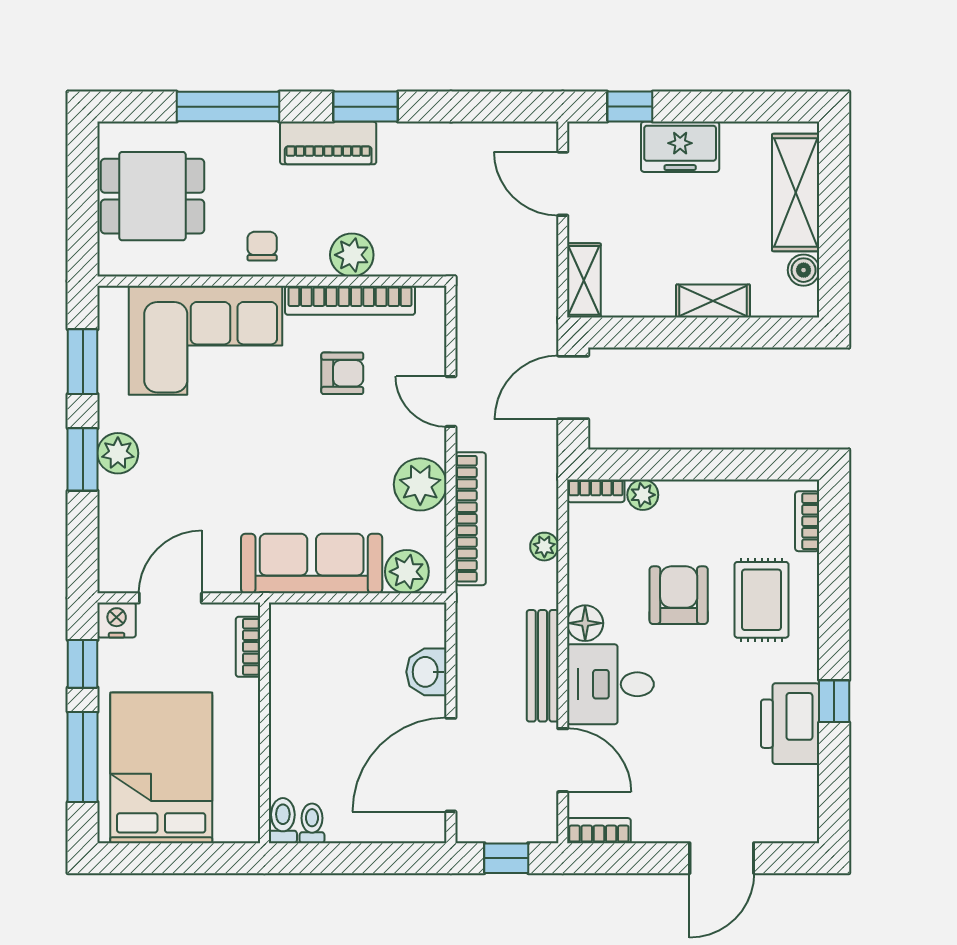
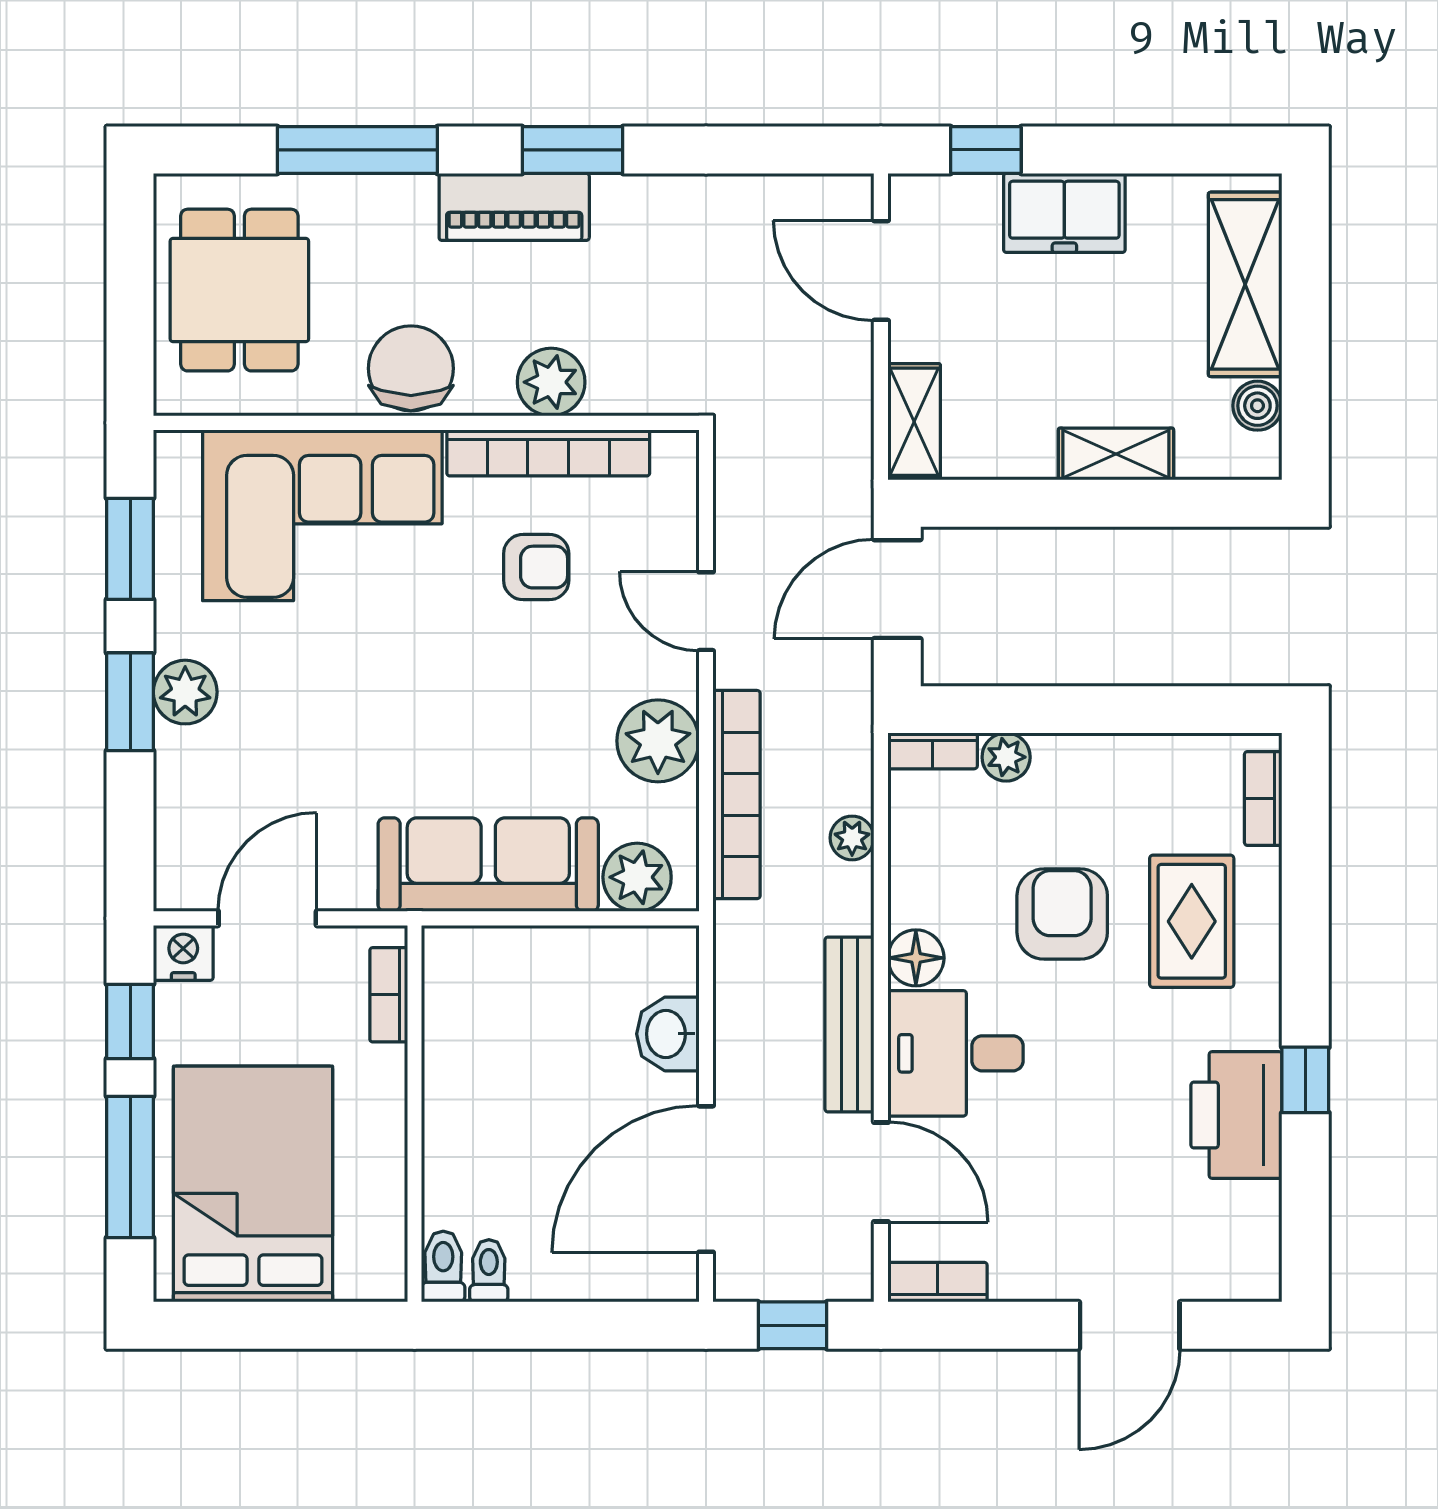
dining table: (152, 196) -> (239, 290), turned 90
chair: (262, 246) -> (411, 368), width x1.87, depth x1.87

